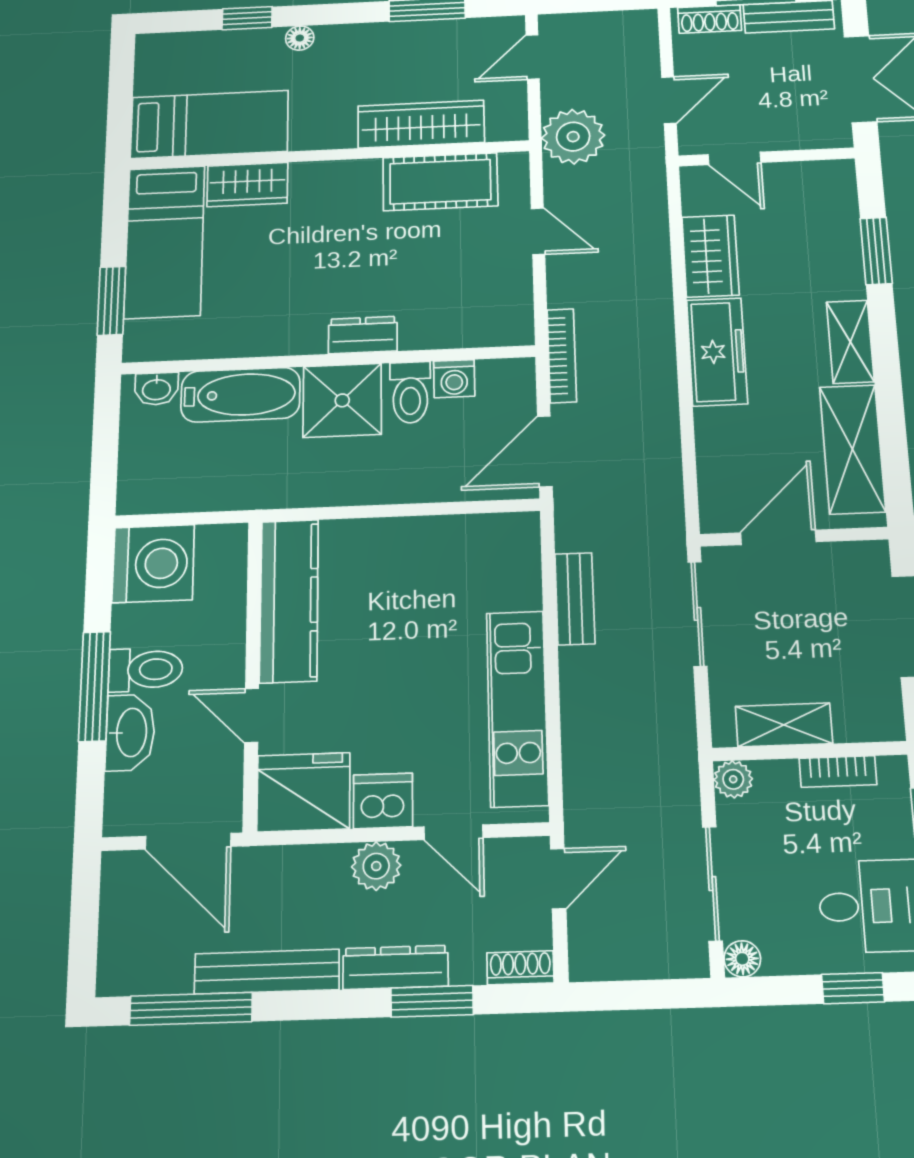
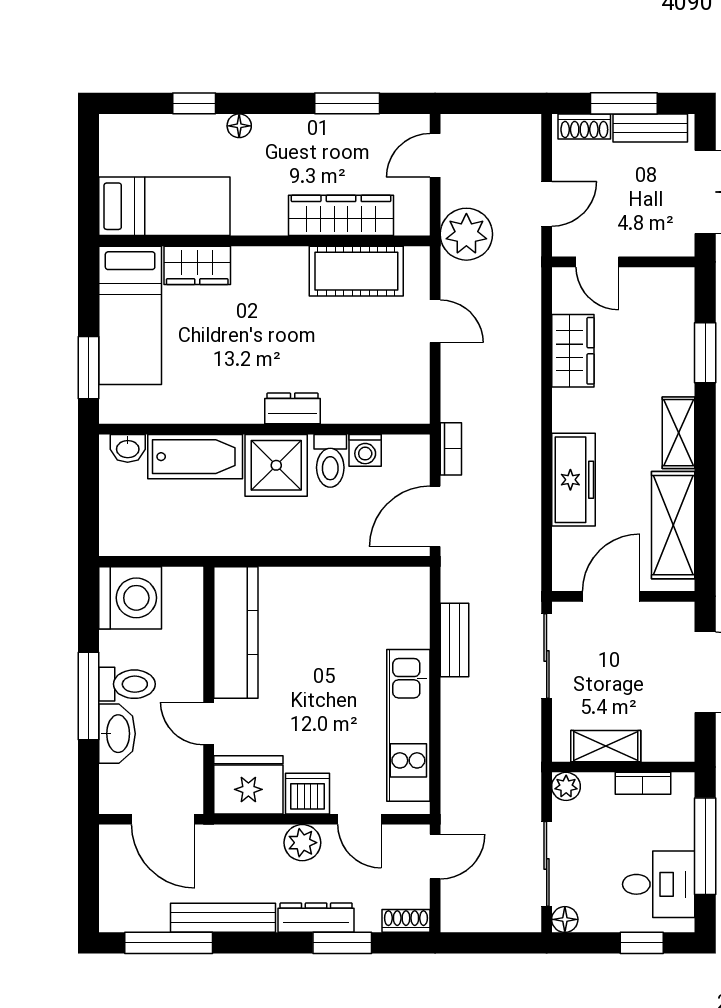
freezer: (717, 352) -> (573, 480), moved
bookcase: (562, 356) -> (451, 449), width x0.64

